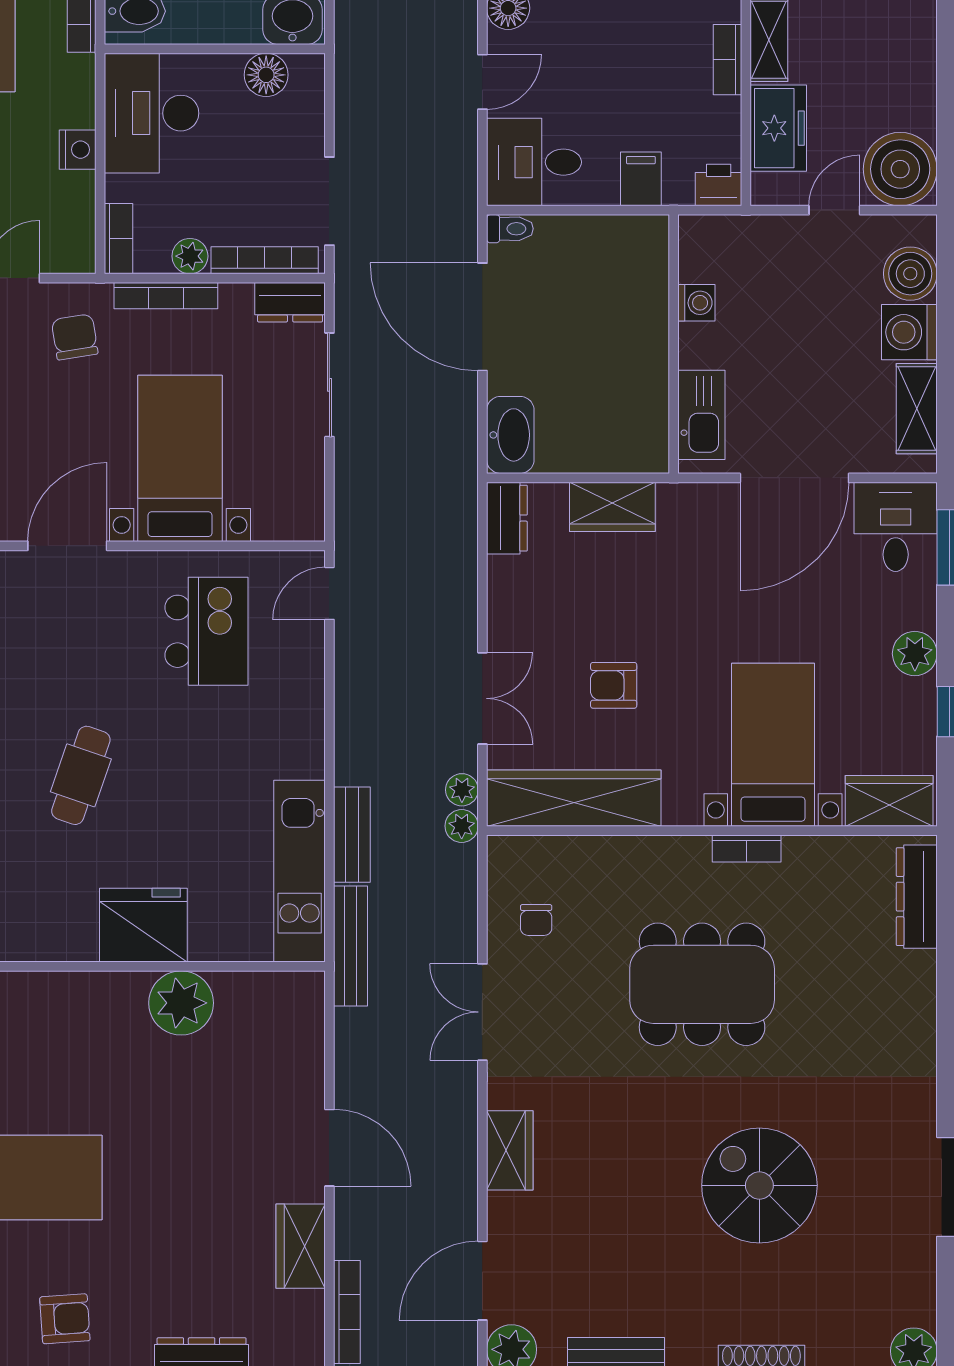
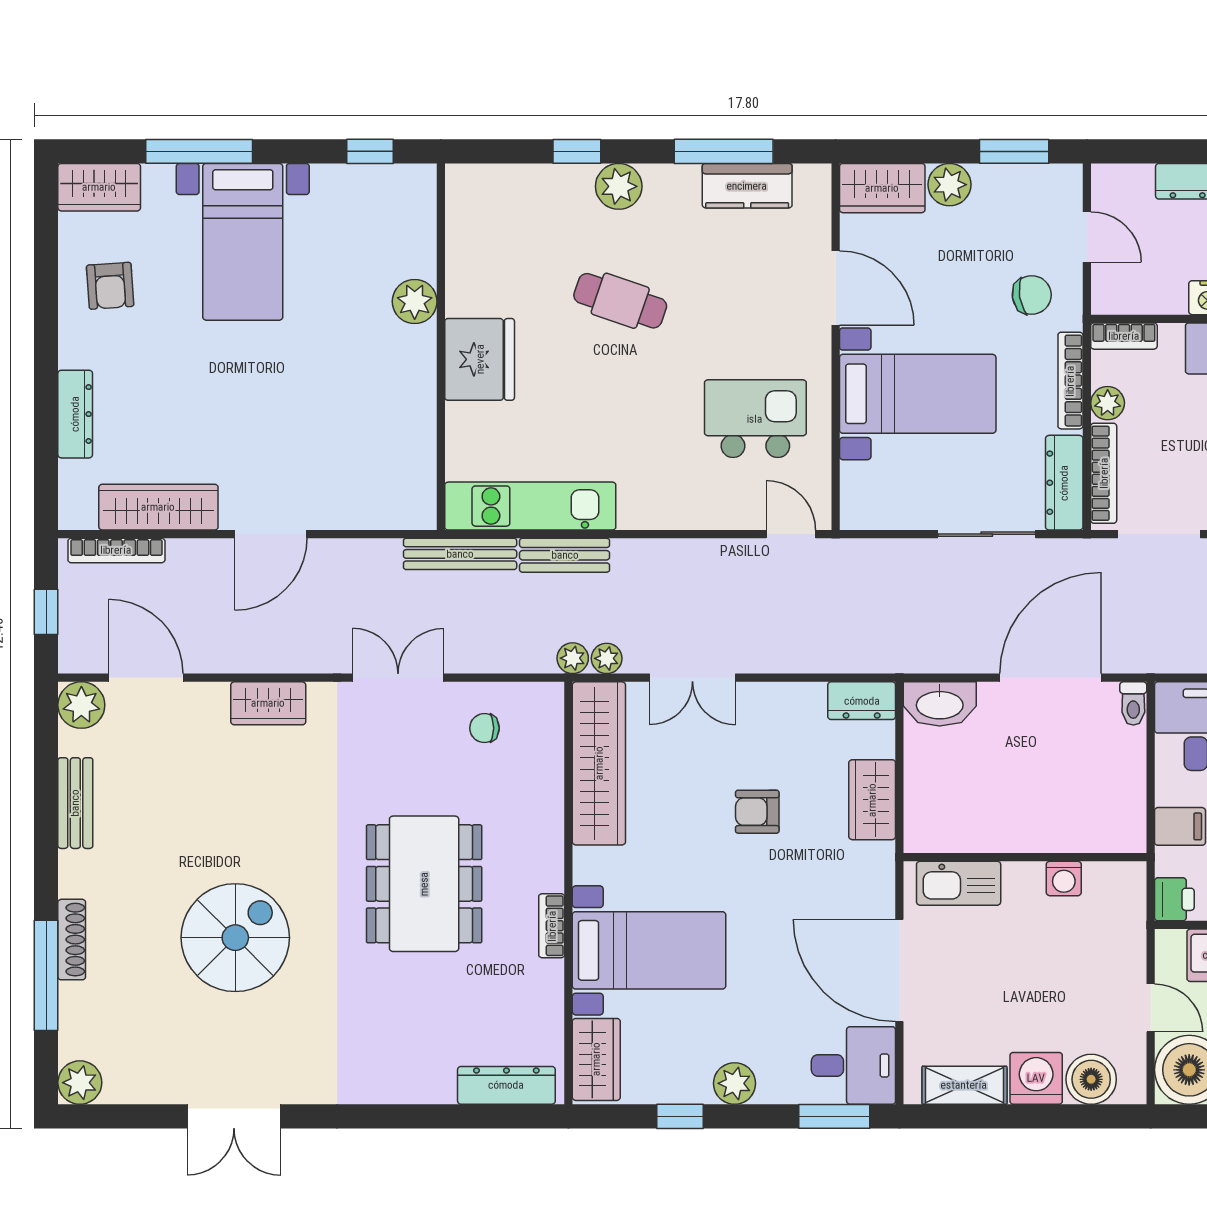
dresser: (290, 302) -> (1064, 483), width x1.44
kitchen island: (206, 631) -> (755, 419), turned 180
armchair: (614, 685) -> (757, 812), moved, turned -90
plant: (181, 1003) -> (415, 301), moved, width x0.73, depth x0.73
wardrobe: (301, 1246) -> (158, 507), width x1.50

